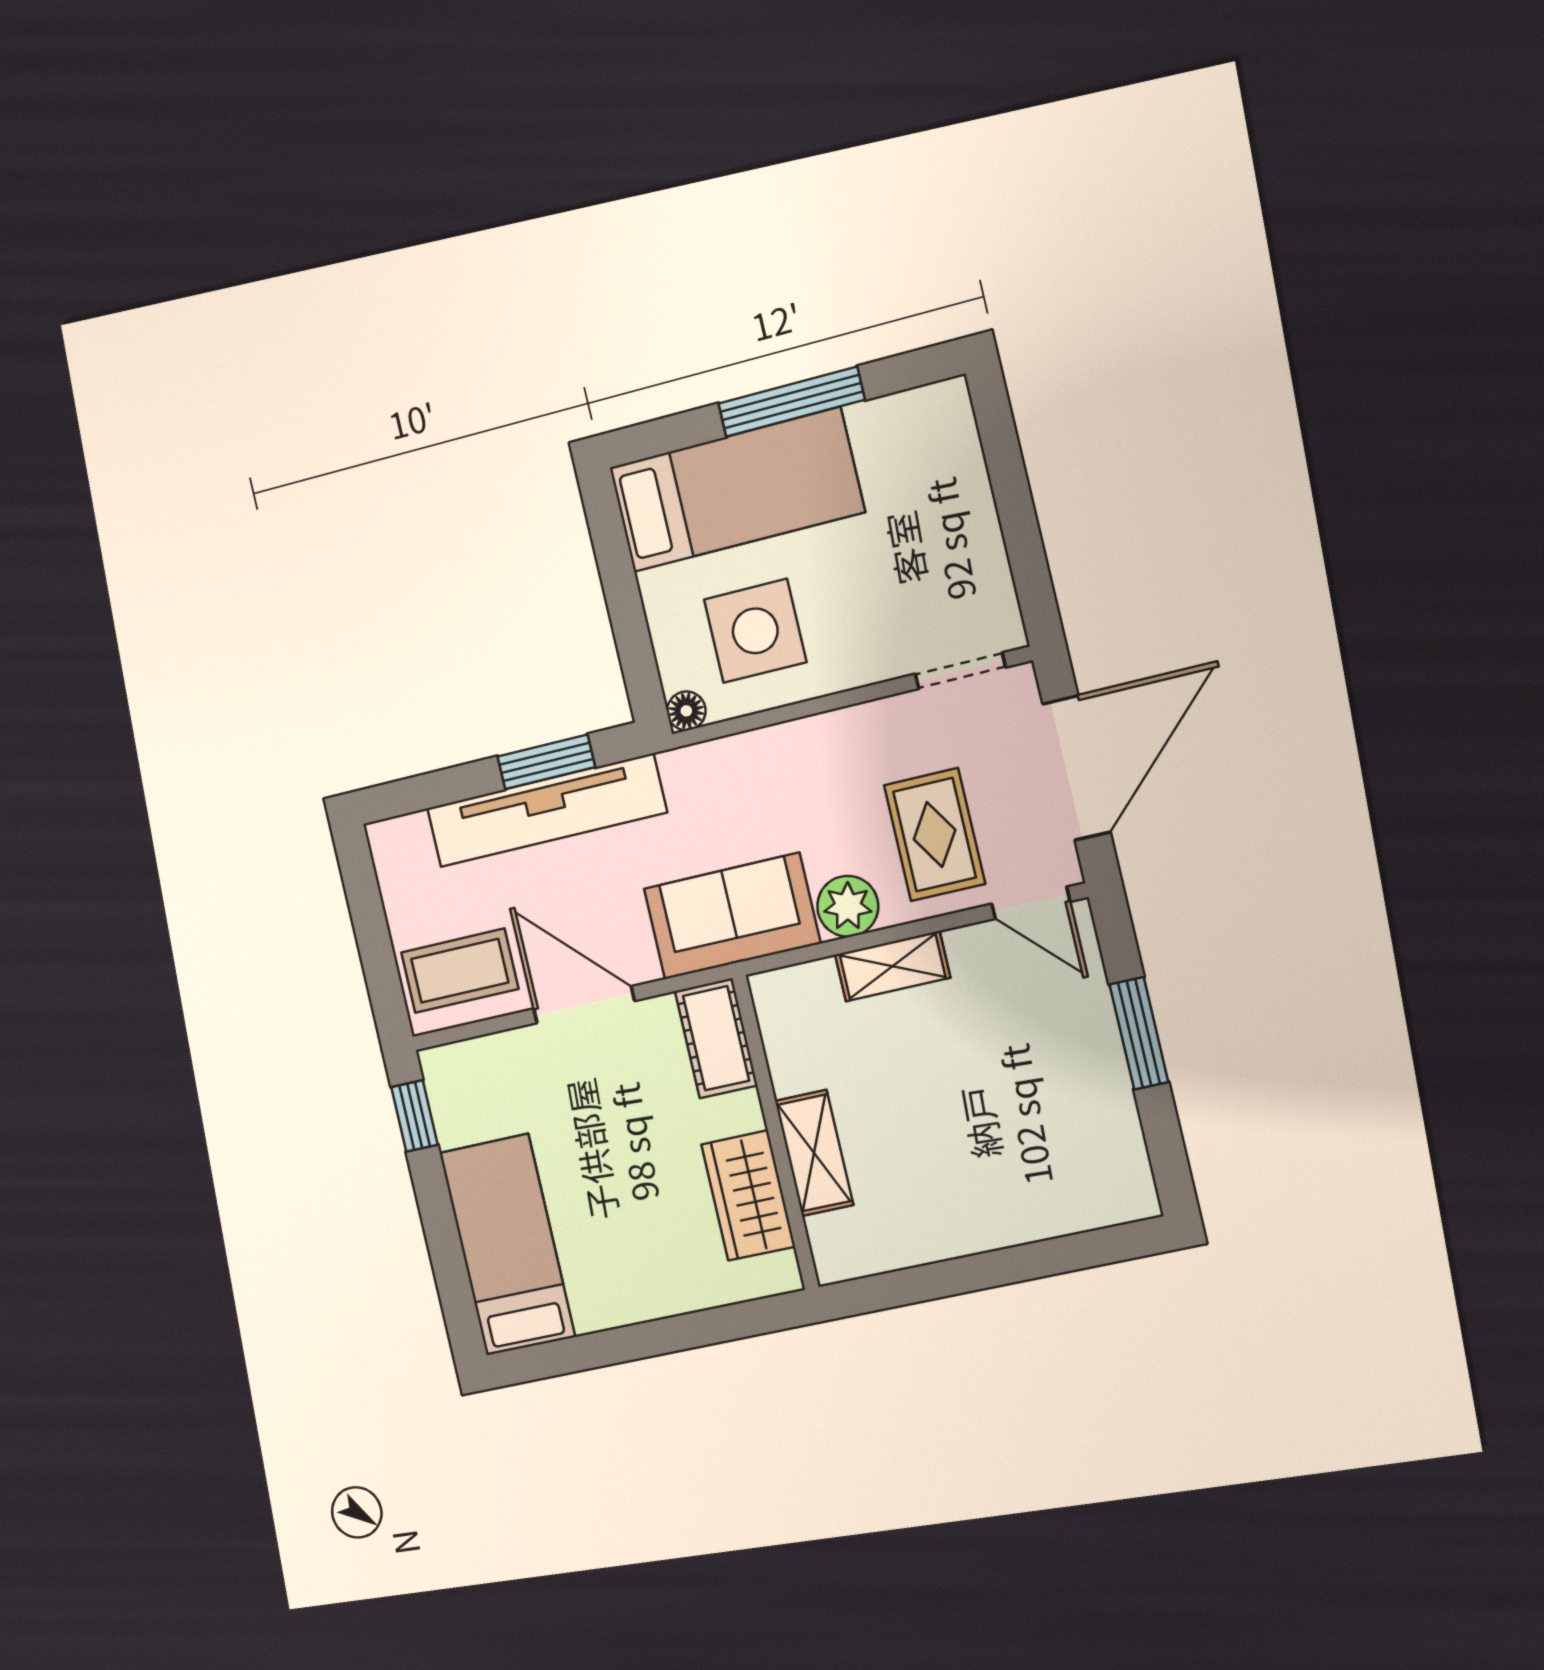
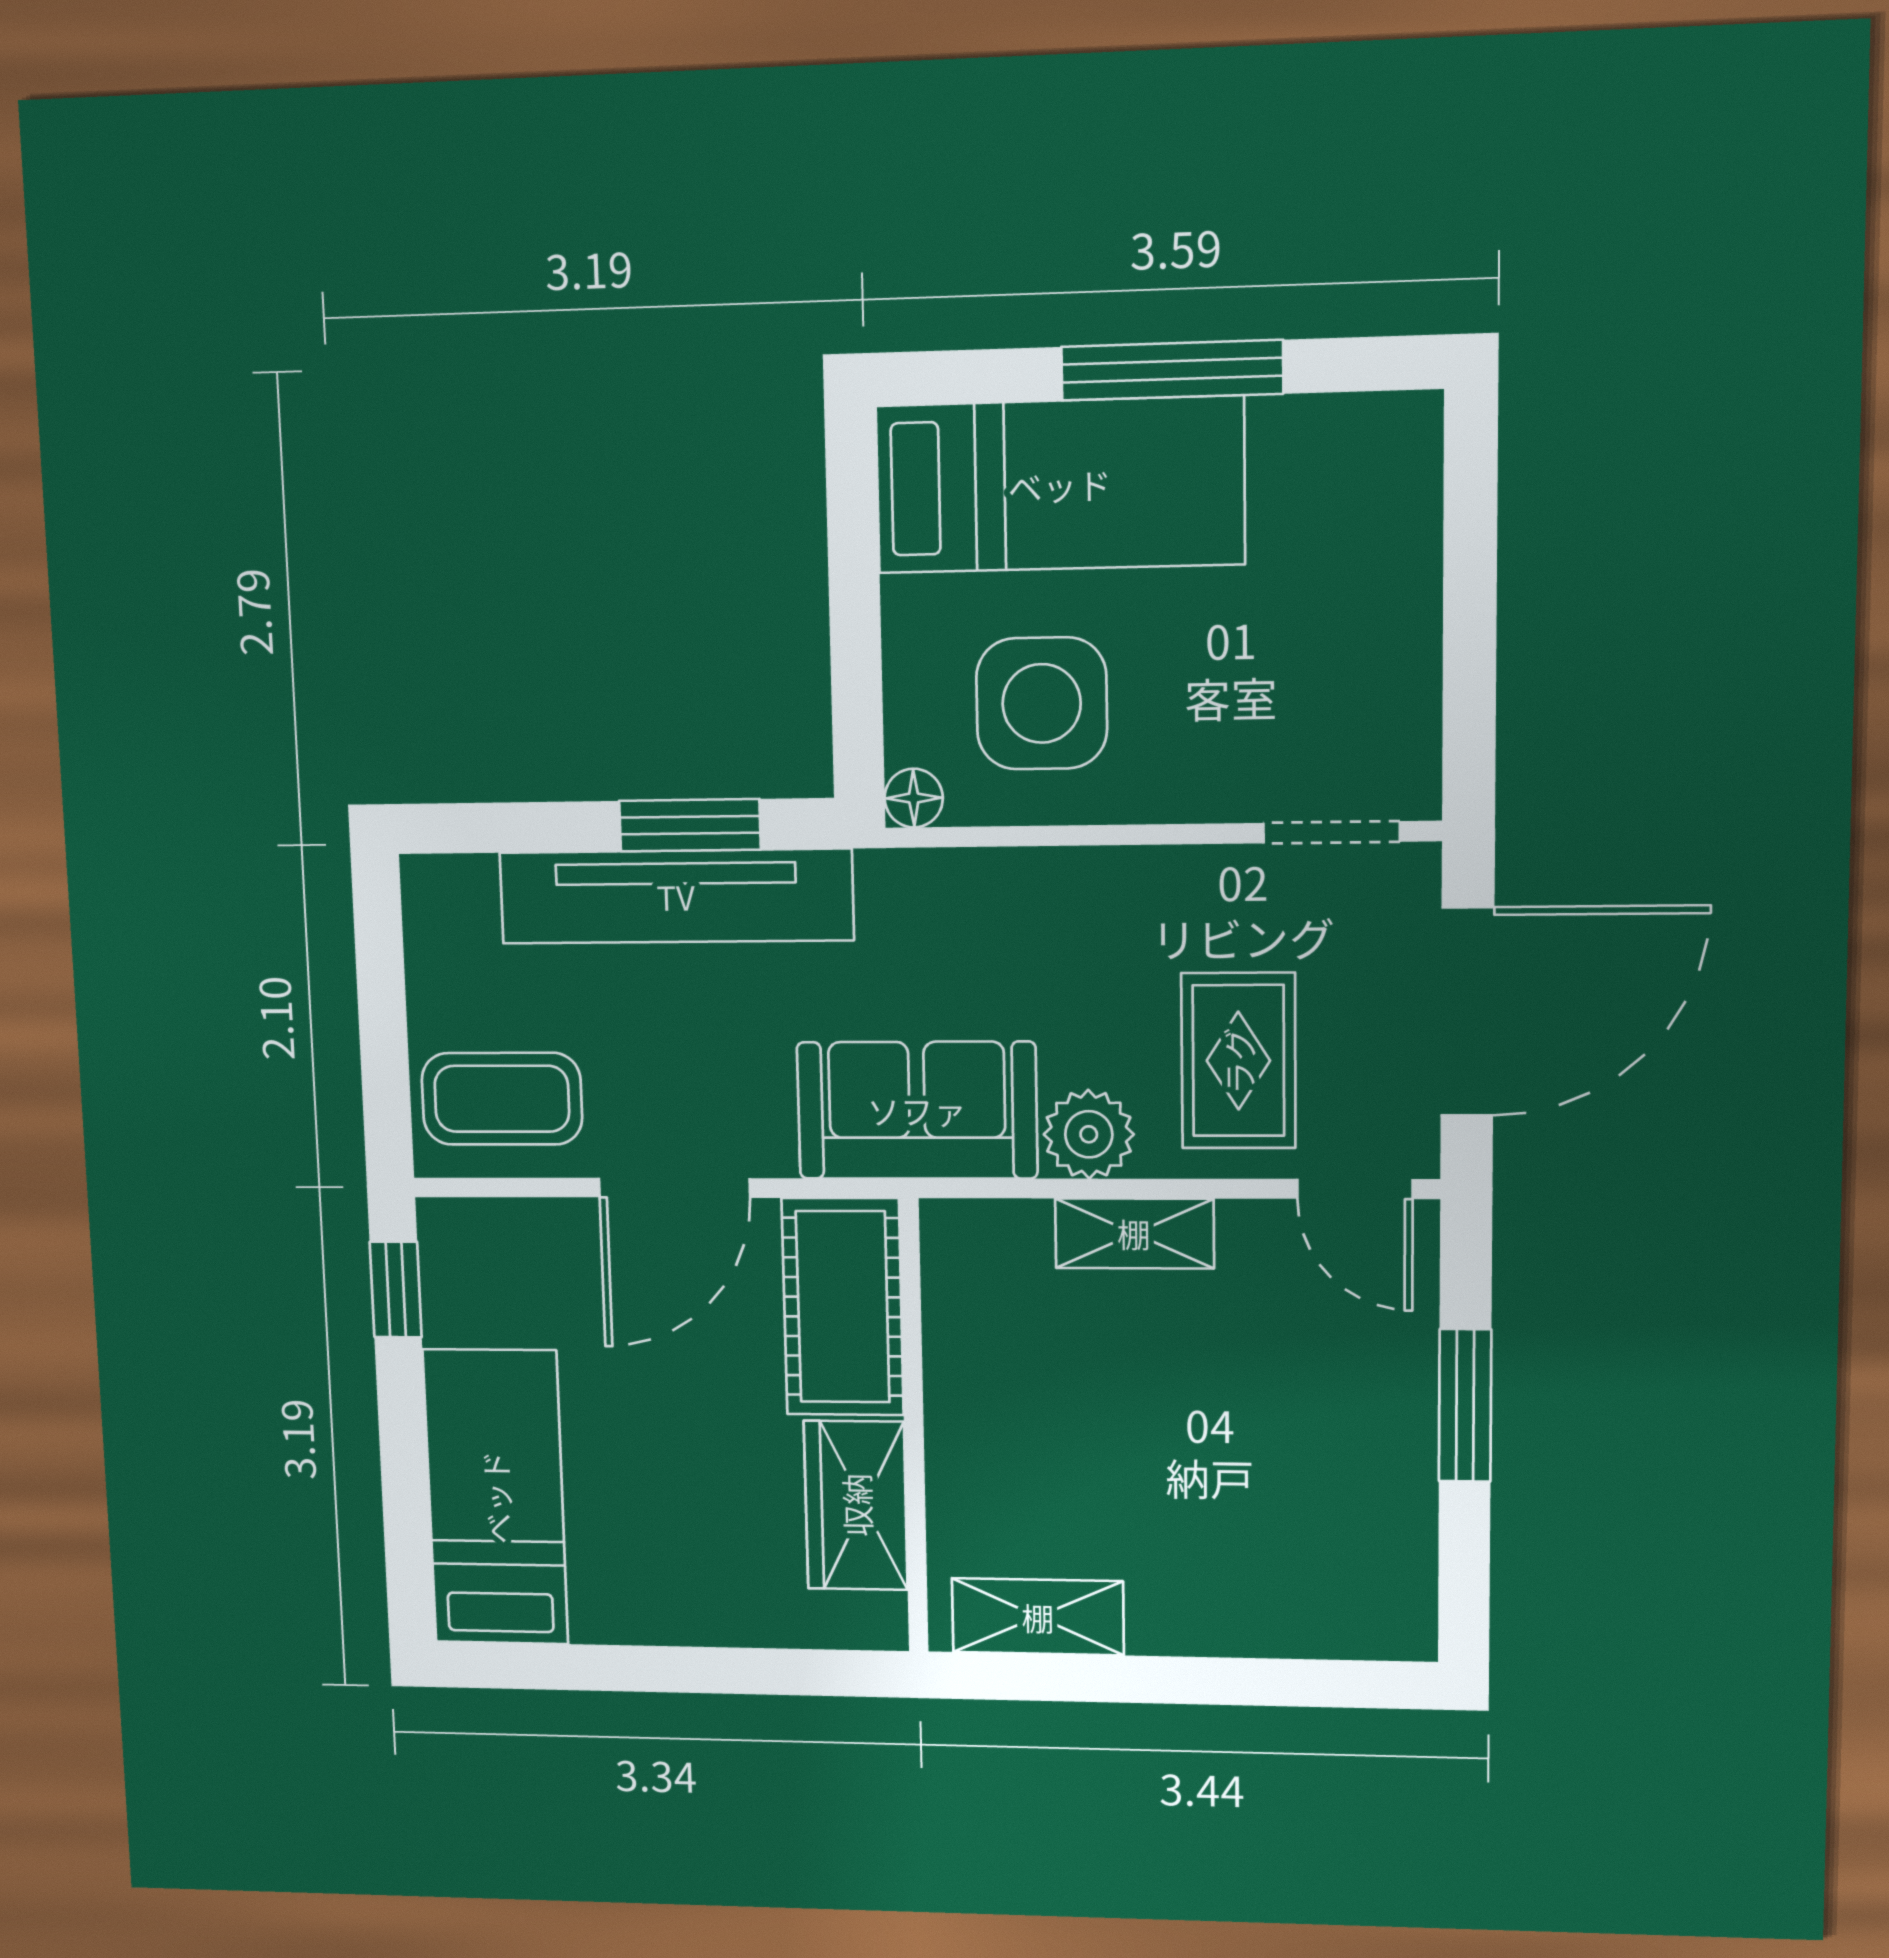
door: (584, 1005) -> (674, 1188), swing flipped
cot: (716, 1038) -> (843, 1307), width x1.37, depth x1.34
shelving: (814, 1153) -> (1038, 1617), moved, turned 90

